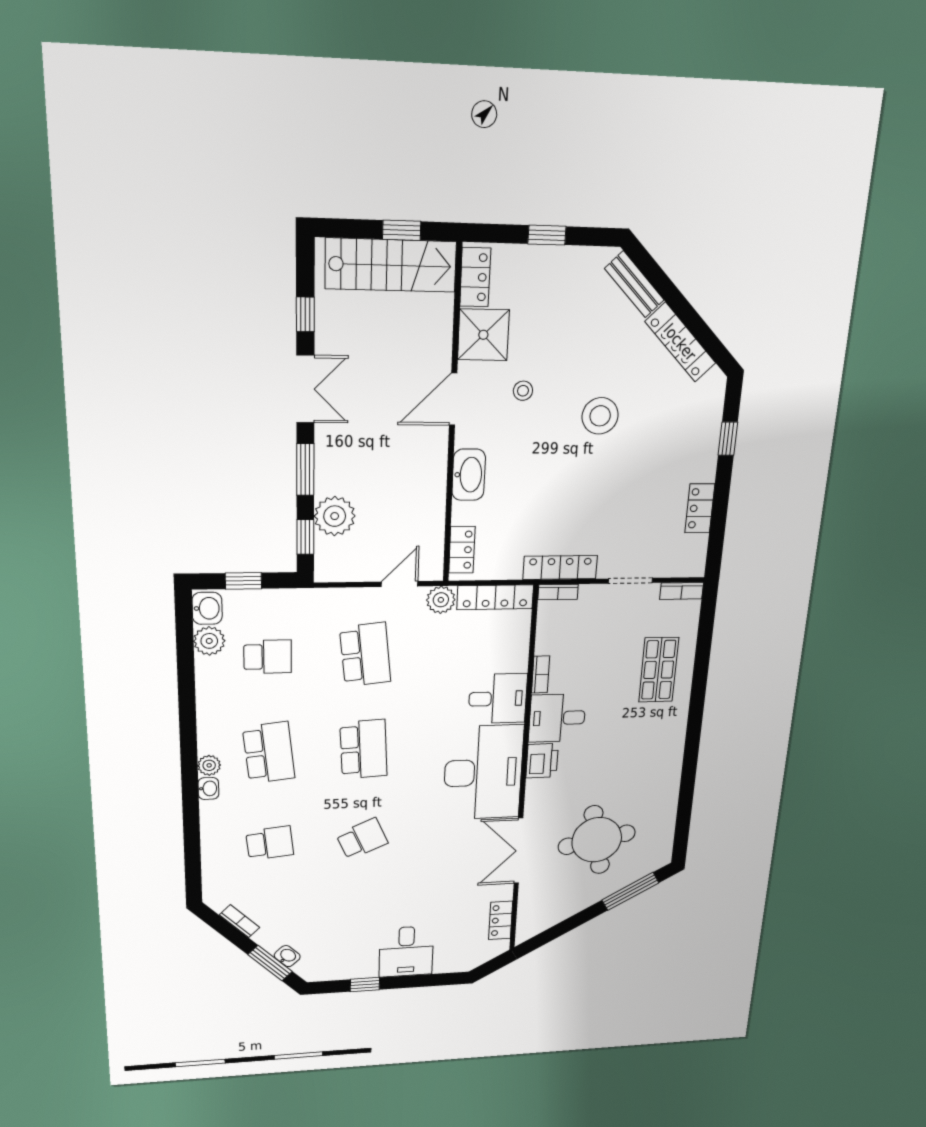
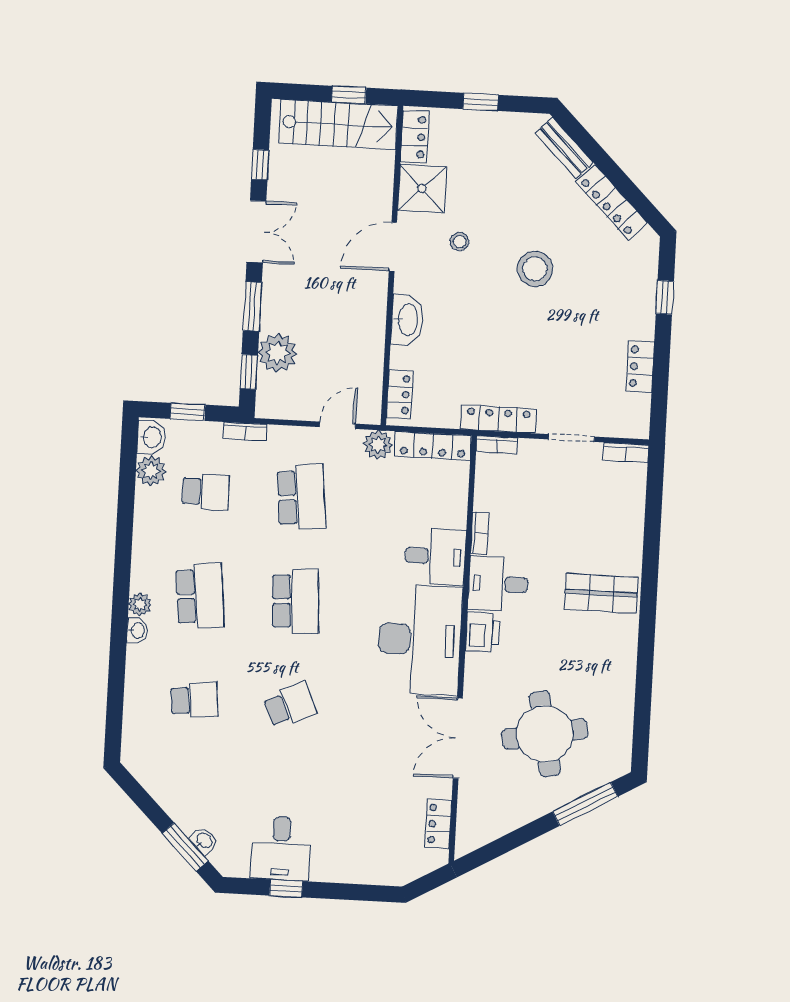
shop shelf: (659, 670) -> (601, 593), moved, turned 90
bookcase: (240, 921) -> (245, 432), moved, turned 135
desk: (406, 952) -> (281, 848), moved

